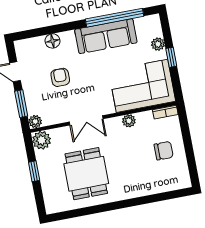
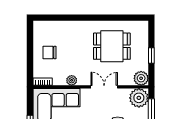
plant: (35, 122) -> (139, 98), width x1.87, depth x1.87
dining table: (86, 174) -> (112, 46), turned 90

